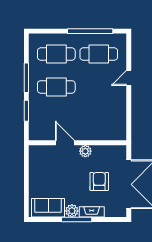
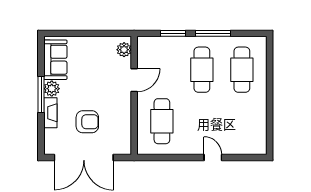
window: (90, 31) -> (270, 111), removed
cafe table: (99, 54) -> (162, 121), moved
plant: (85, 151) -> (124, 50), moved

